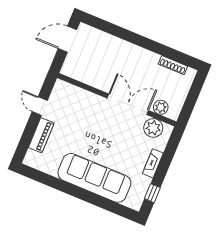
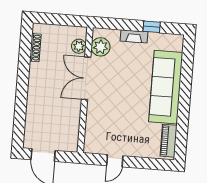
piano: (41, 135) -> (169, 141), moved, turned -90
window: (152, 193) -> (152, 27), moved

